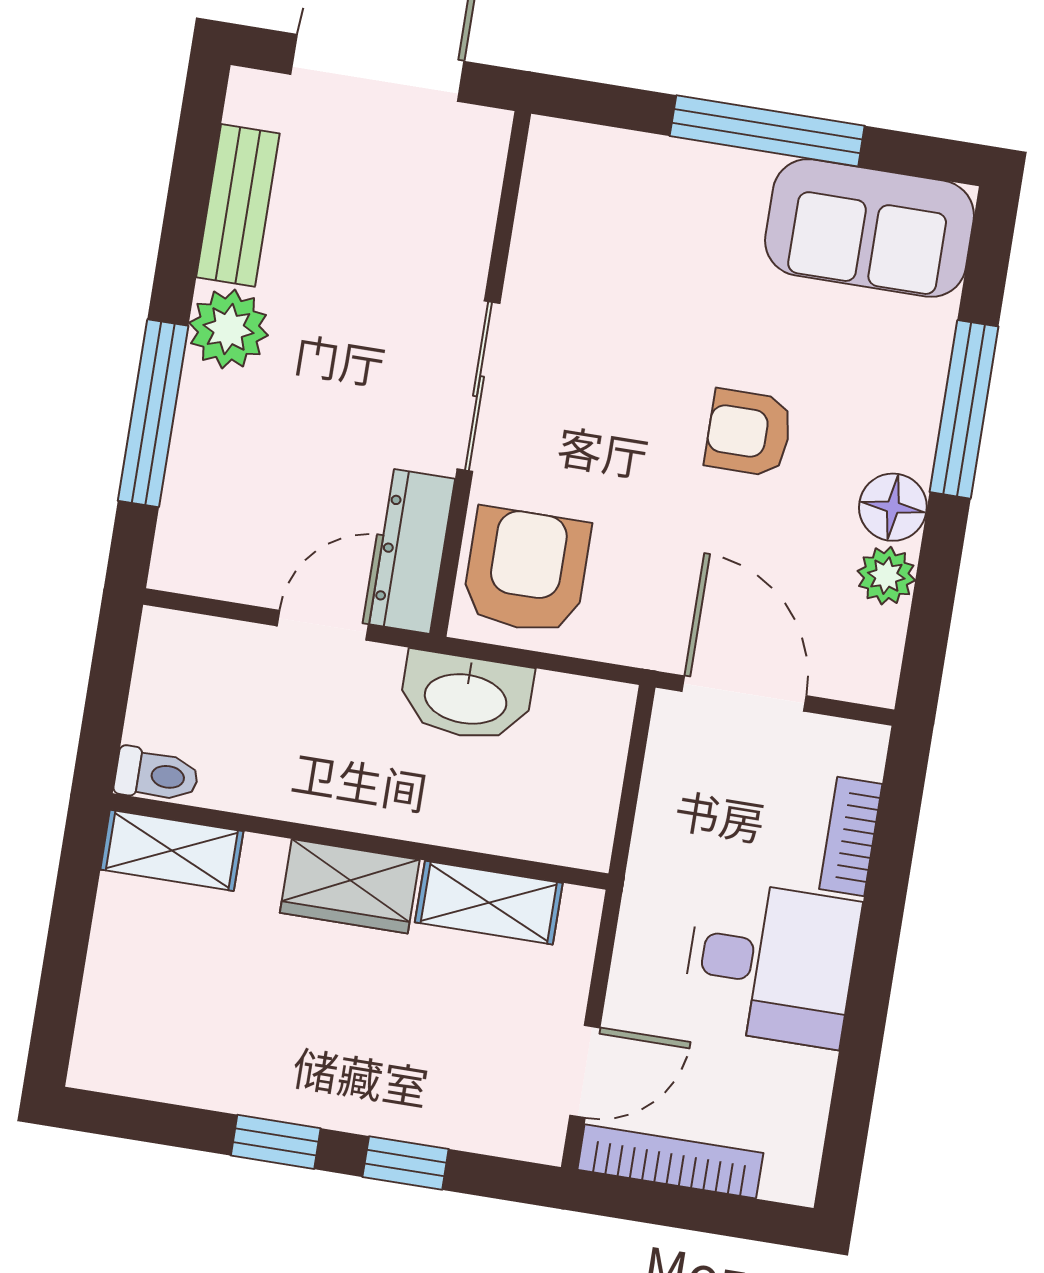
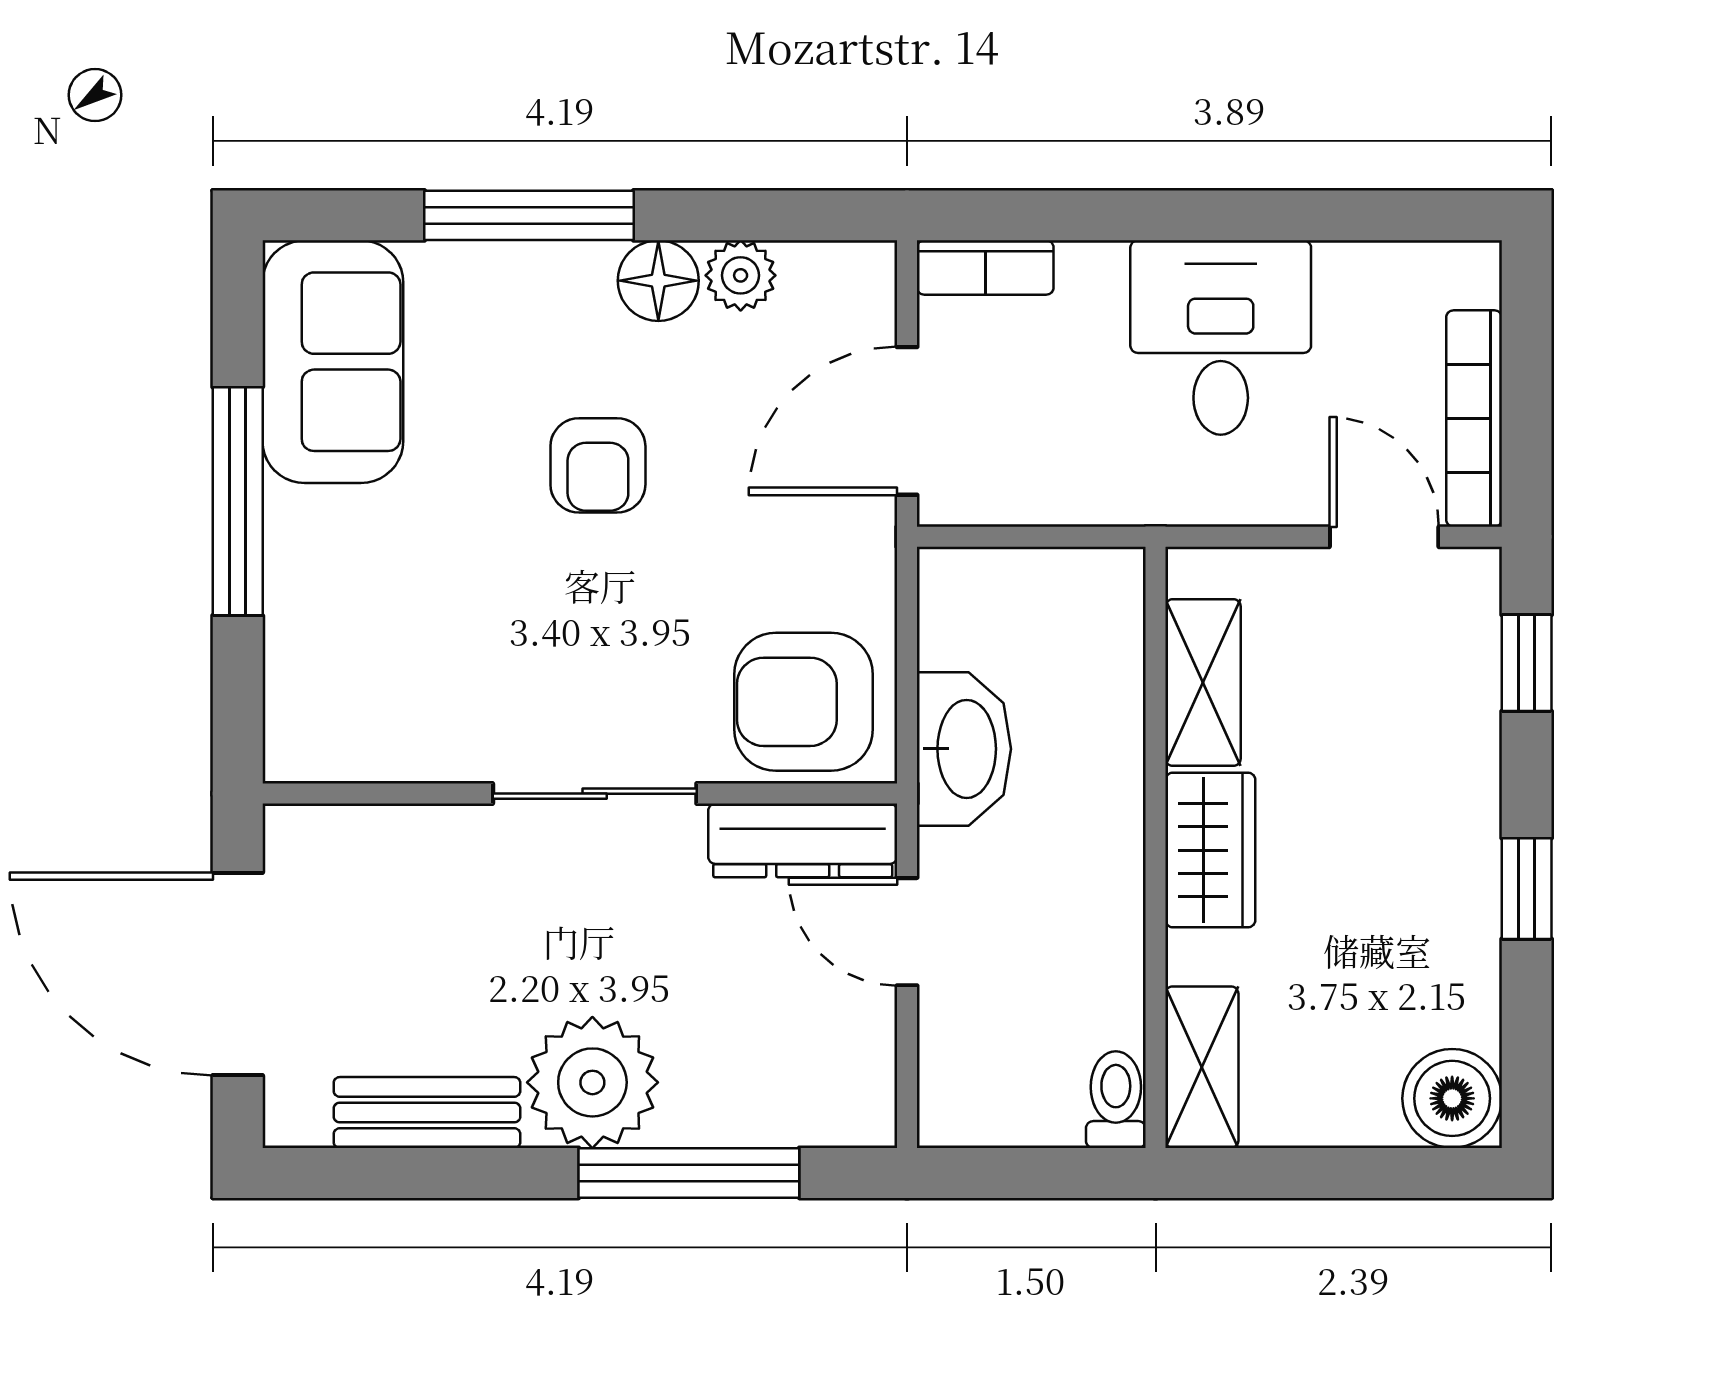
plant: (229, 329) -> (592, 1082), width x1.36, depth x1.36
bookcase: (851, 837) -> (985, 268), moved
boiler: (113, 1052) -> (1452, 1098), added
window: (406, 1163) -> (1527, 663), moved

